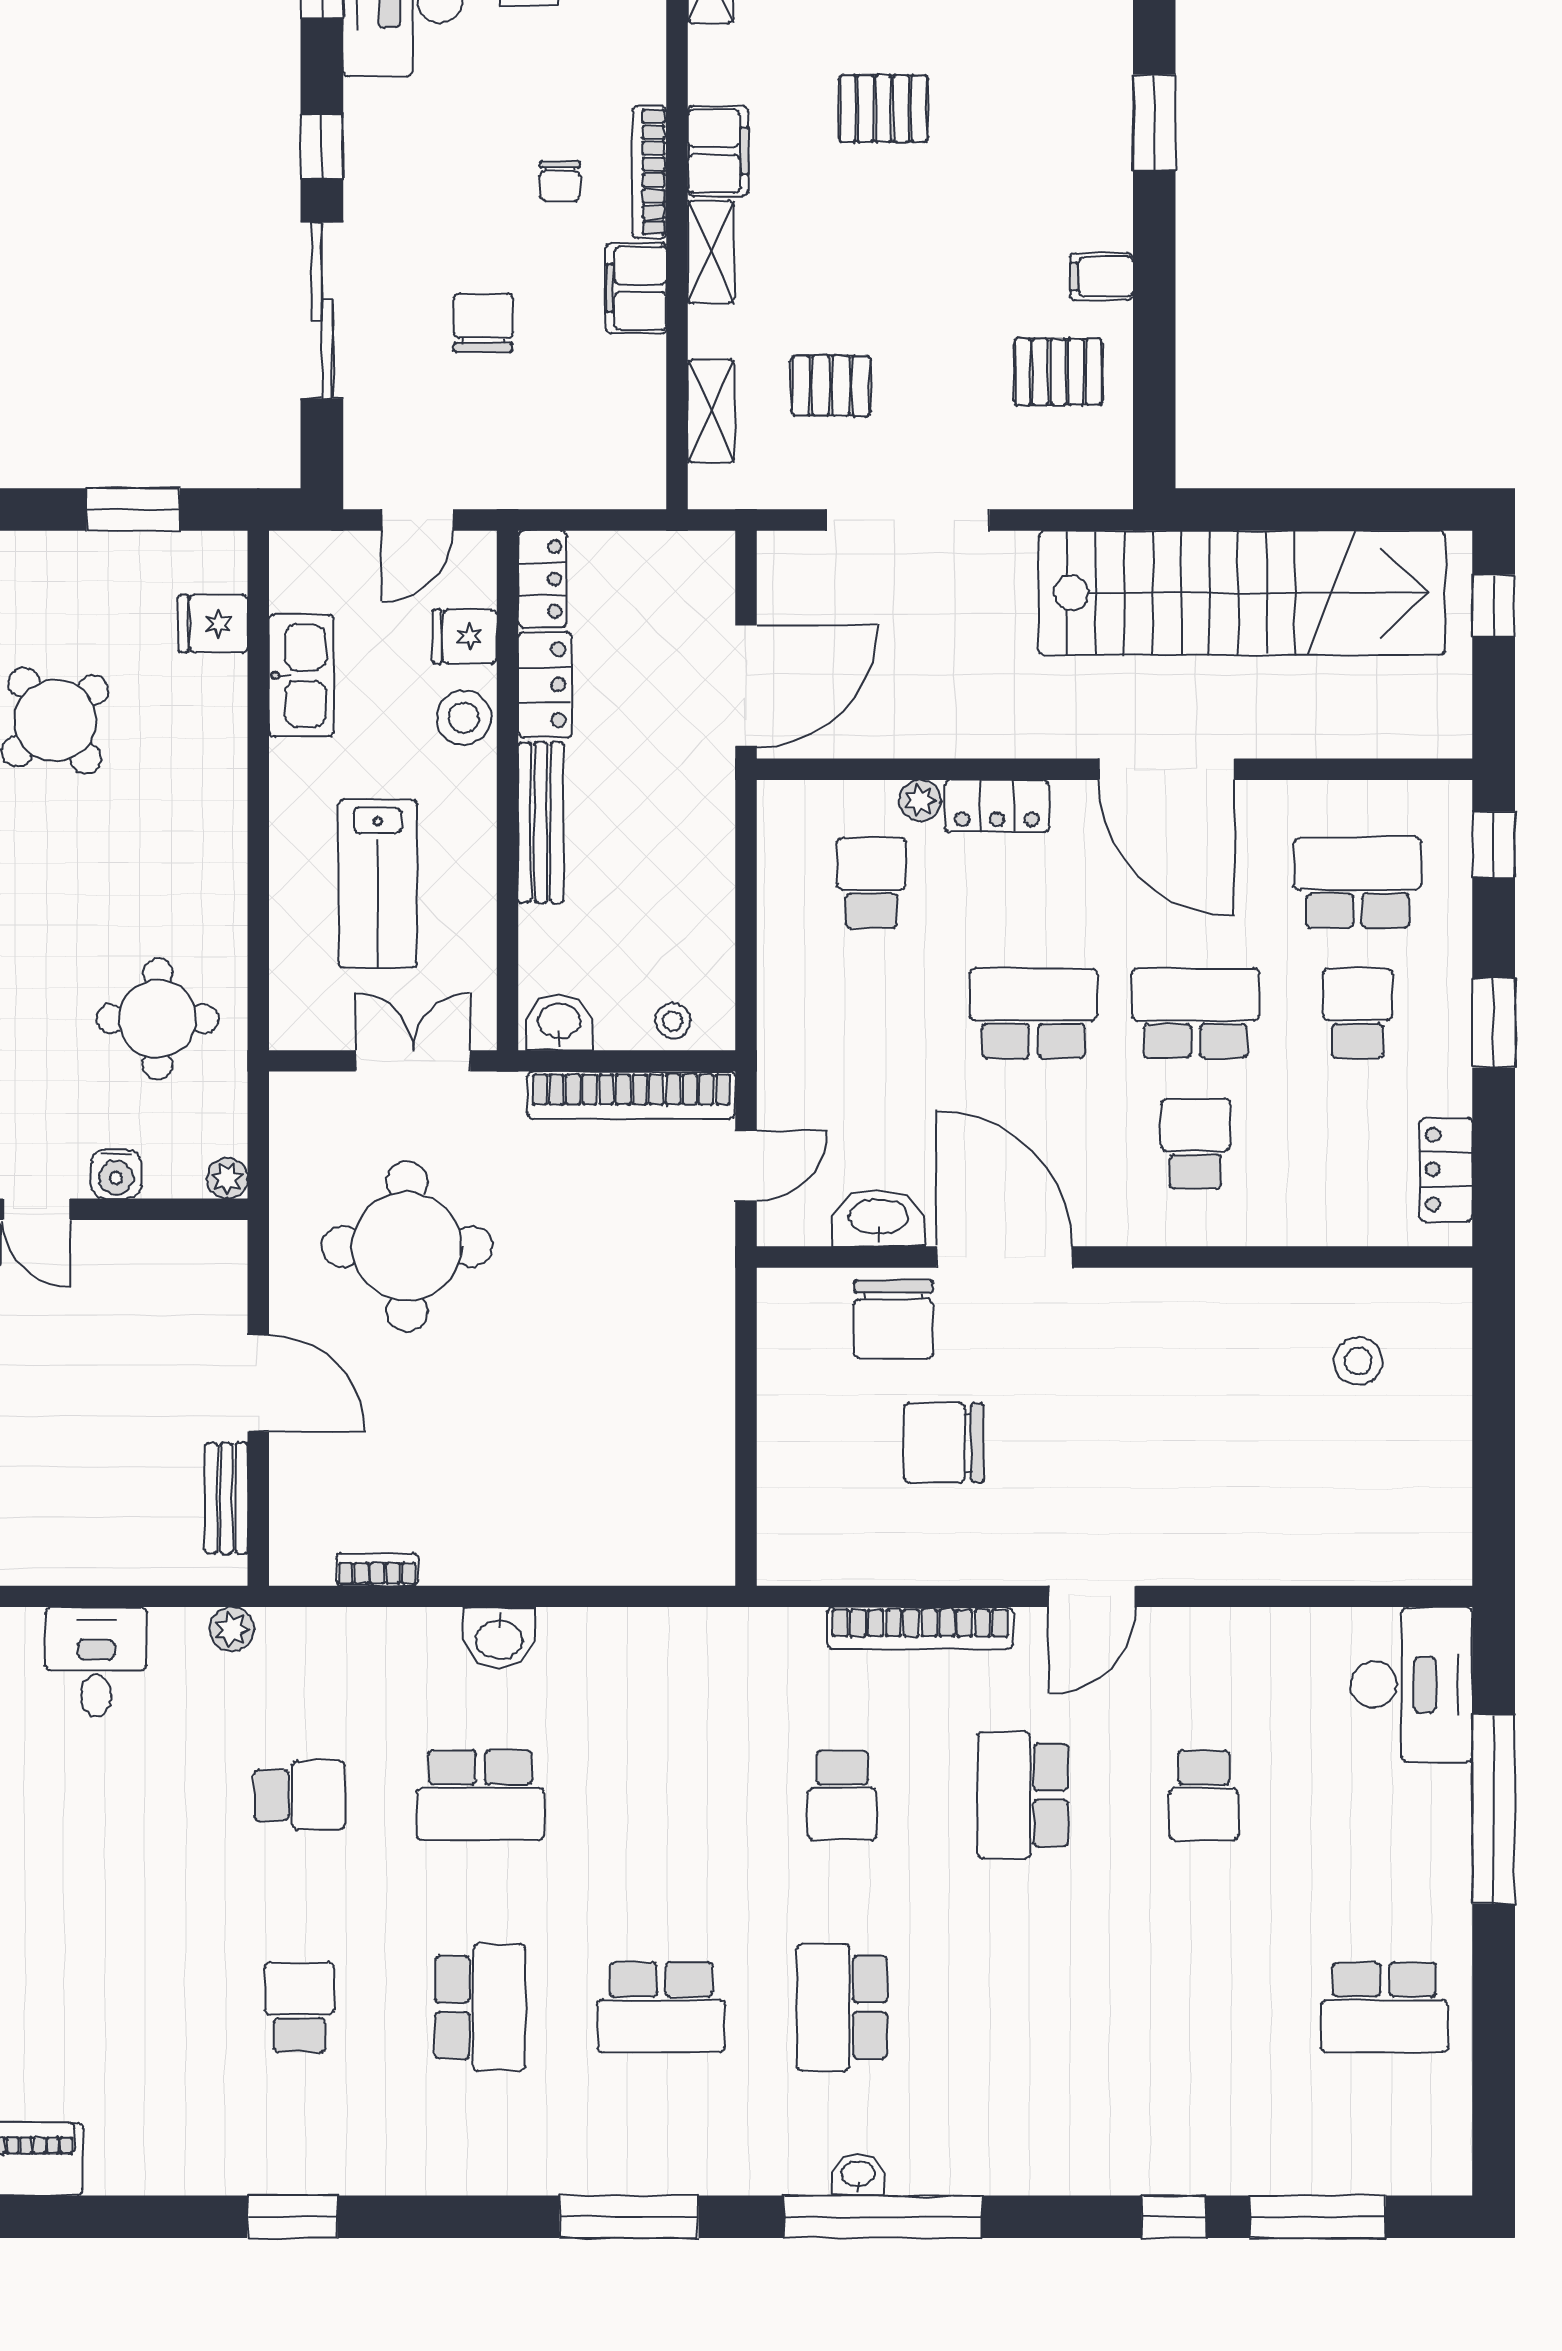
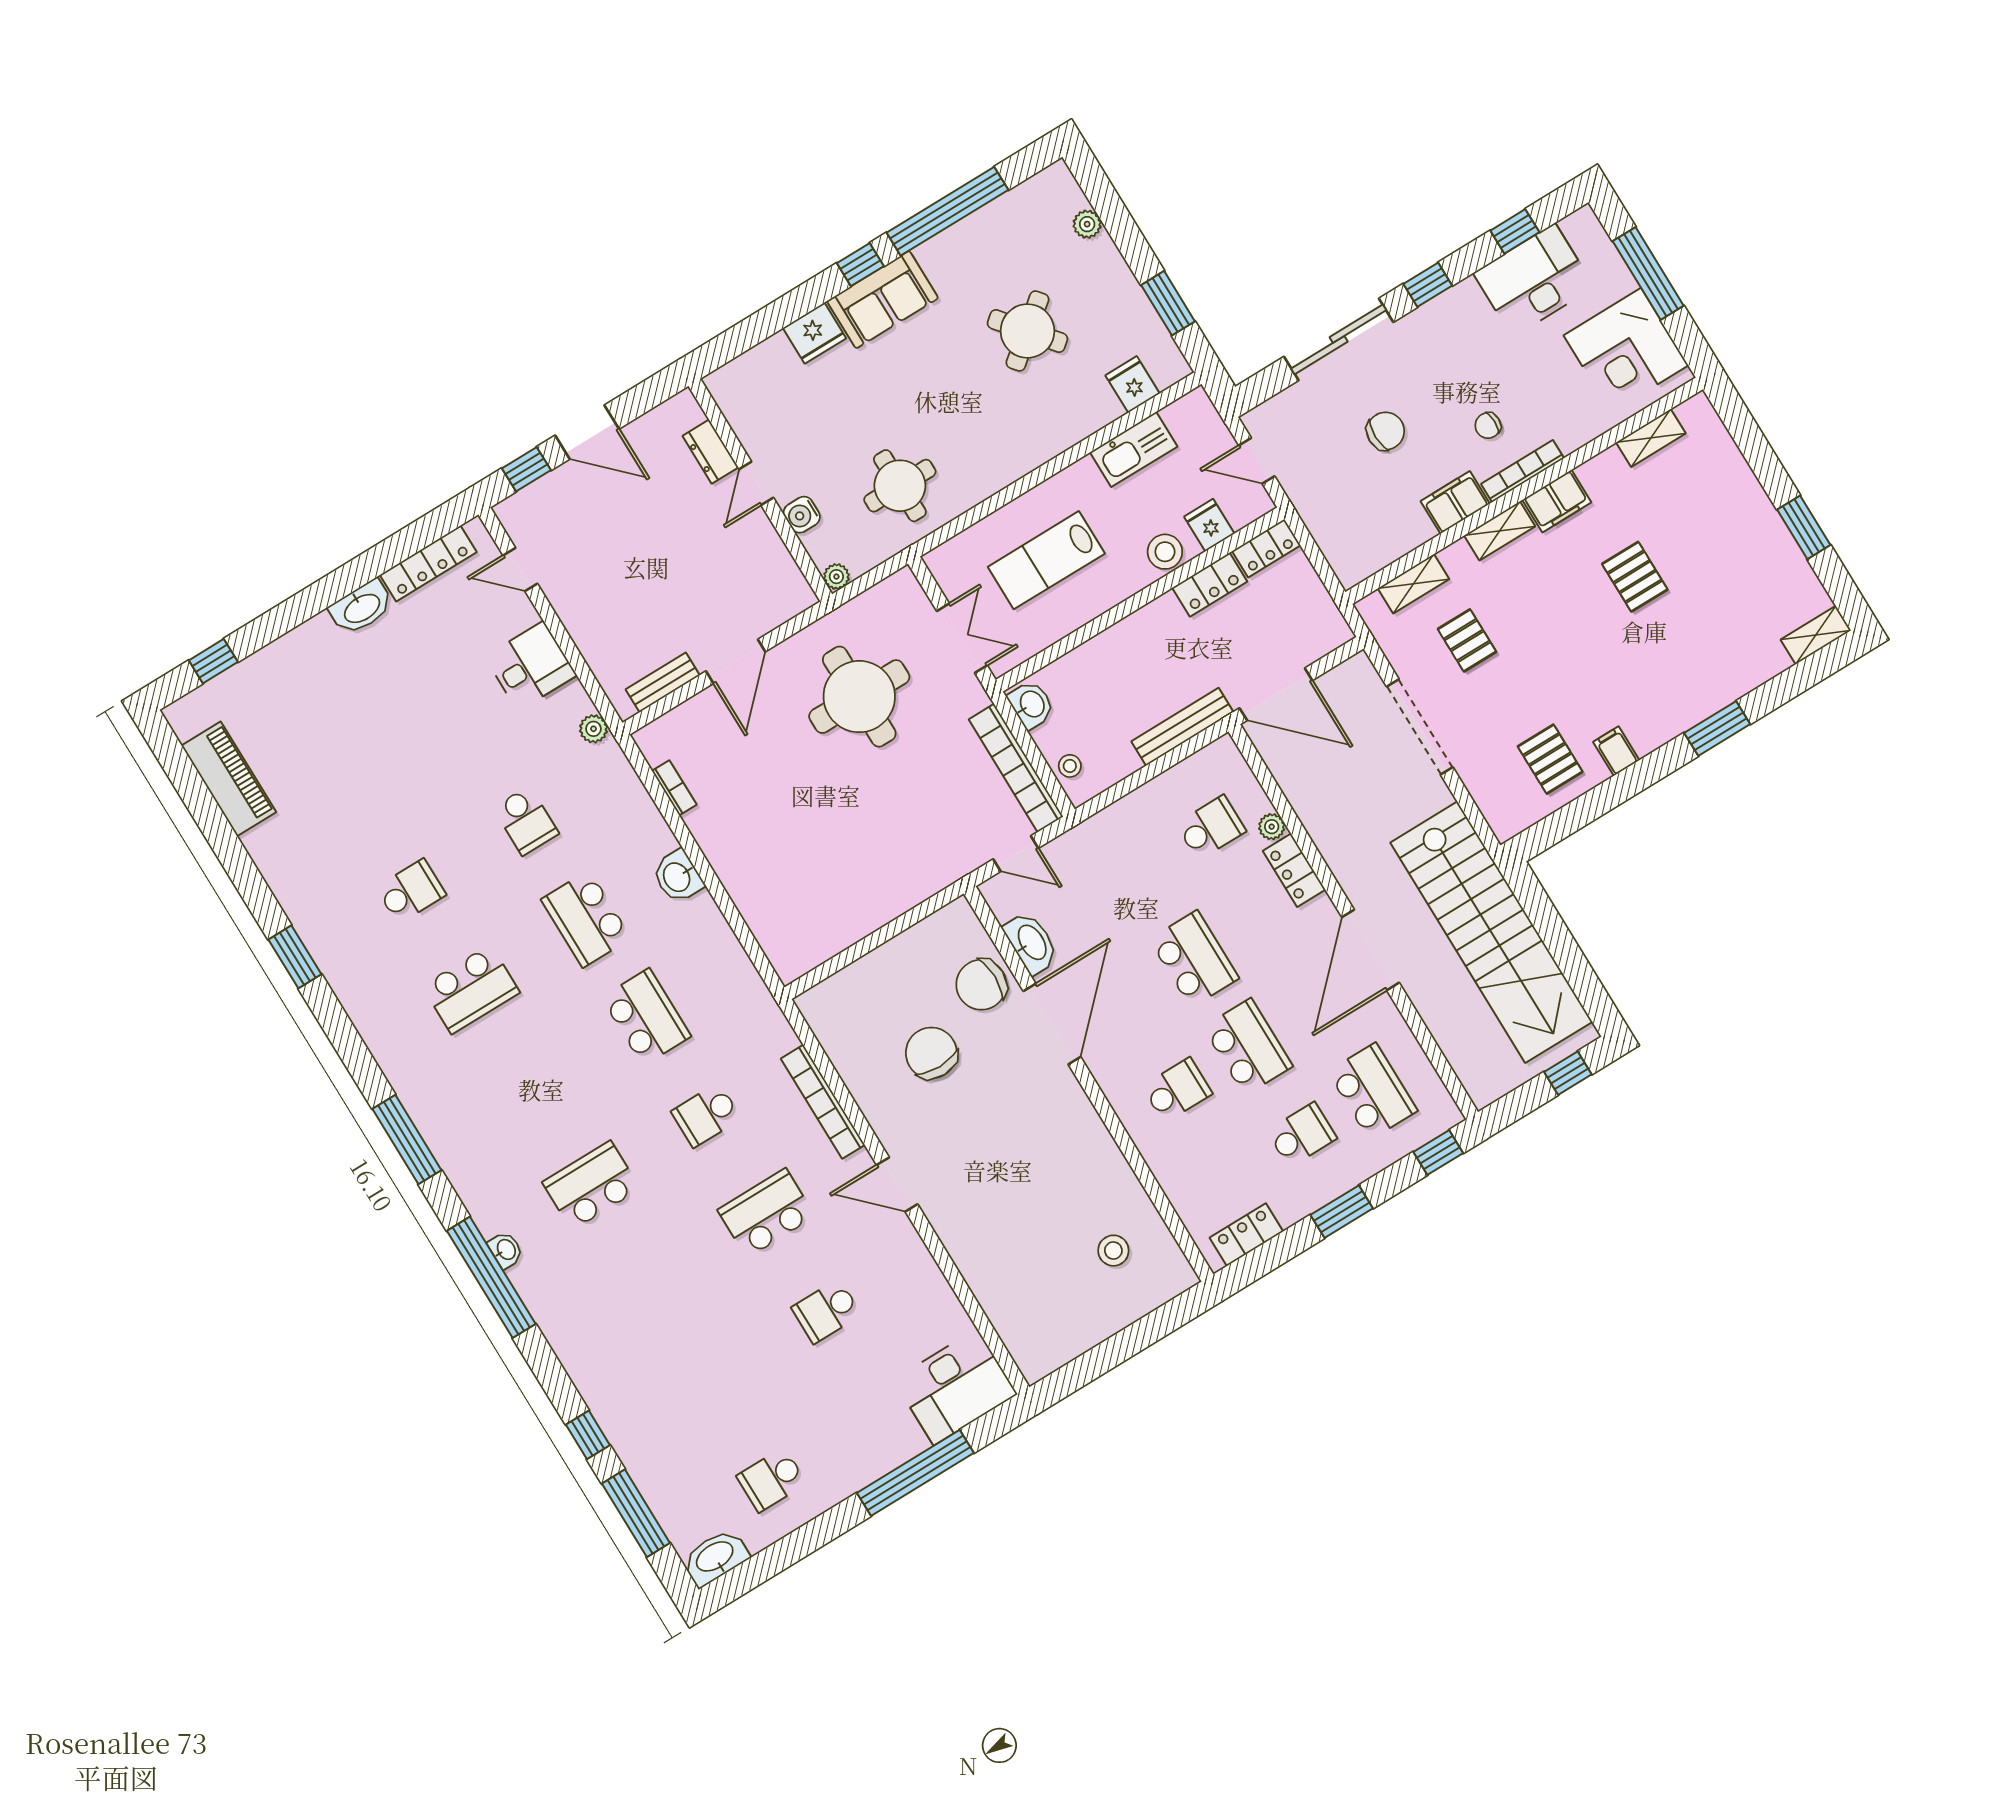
bench: (541, 823) -> (1182, 727), moved
school desk: (661, 2007) -> (646, 1017), moved, turned 180
school desk: (1385, 2007) -> (772, 1480), width x0.54
washbasin: (1442, 2147) -> (715, 1557), added

